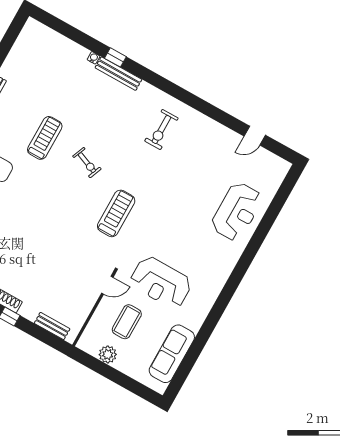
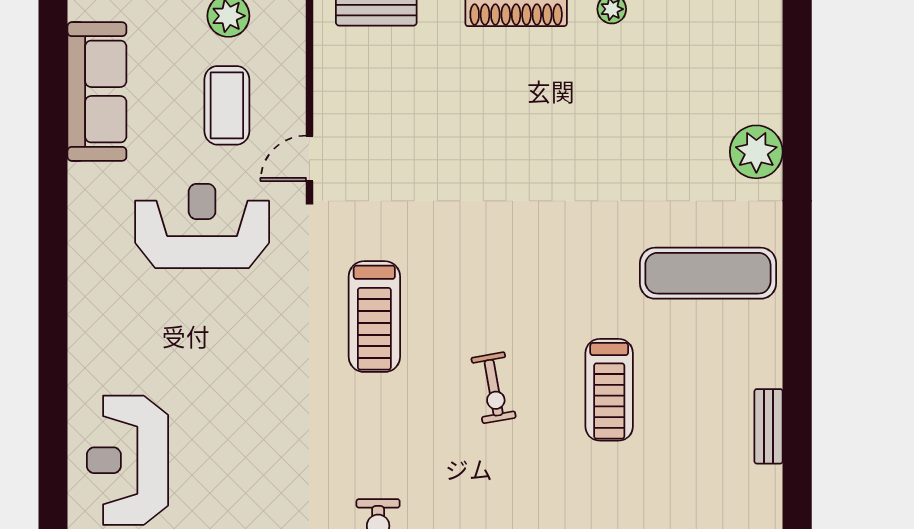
exercise bike: (87, 163) -> (494, 388), turned -122

